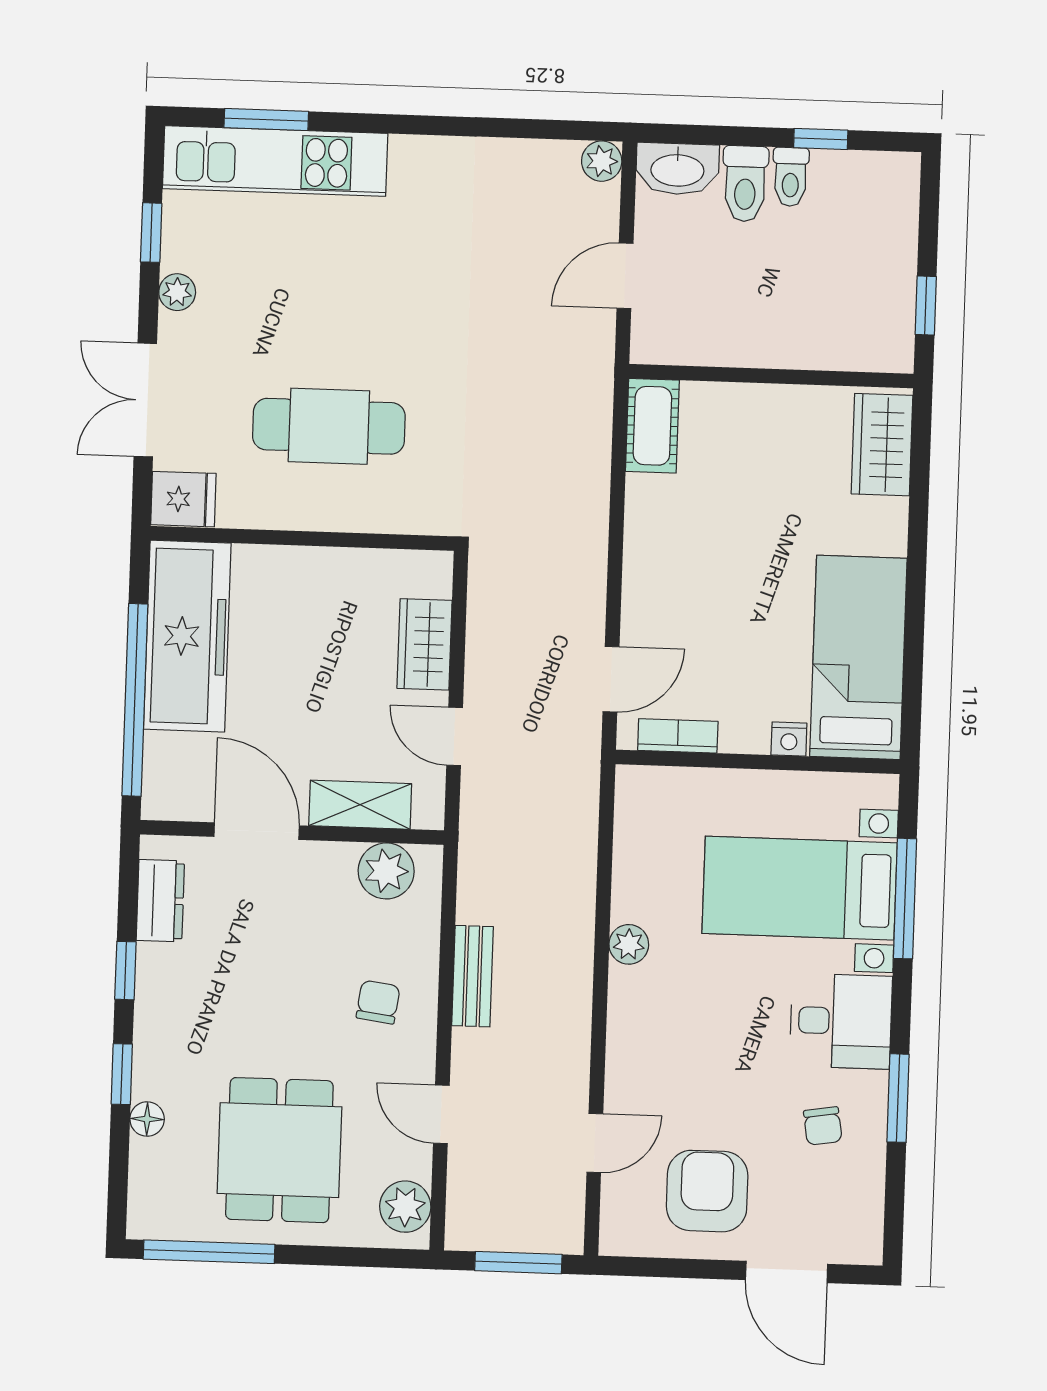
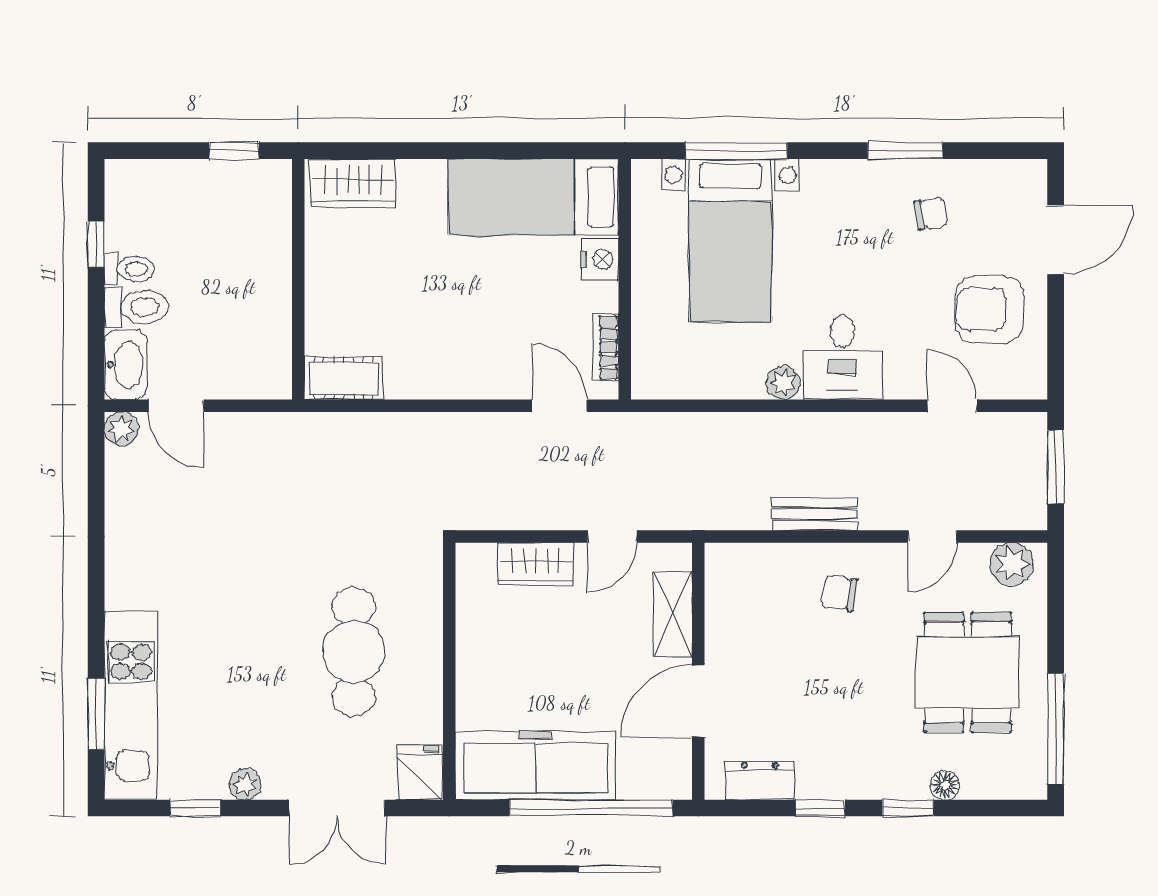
door: (625, 276) -> (176, 406), moved
nightstand: (789, 739) -> (600, 259), width x1.39, depth x1.35
plant: (386, 871) -> (728, 590), removed
desk: (841, 1021) -> (843, 357), moved, turned 180
dining table: (279, 1150) -> (967, 672), turned 90

